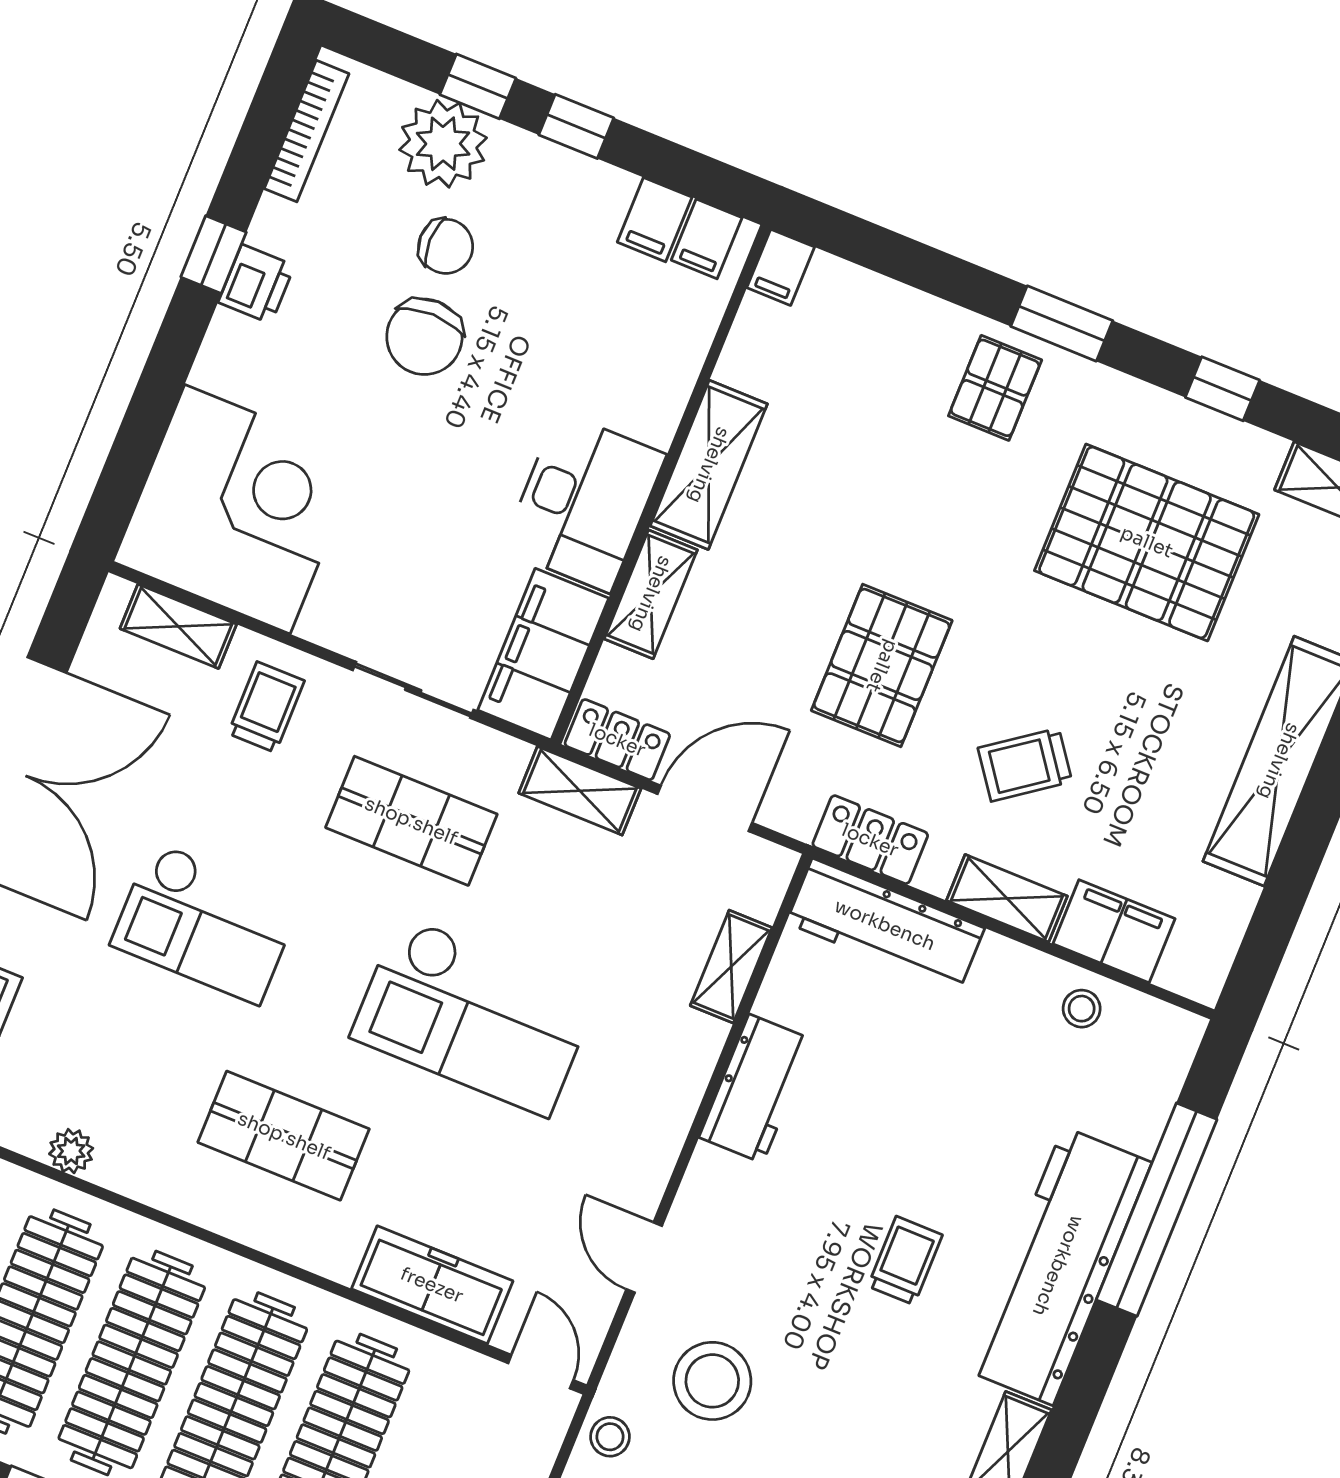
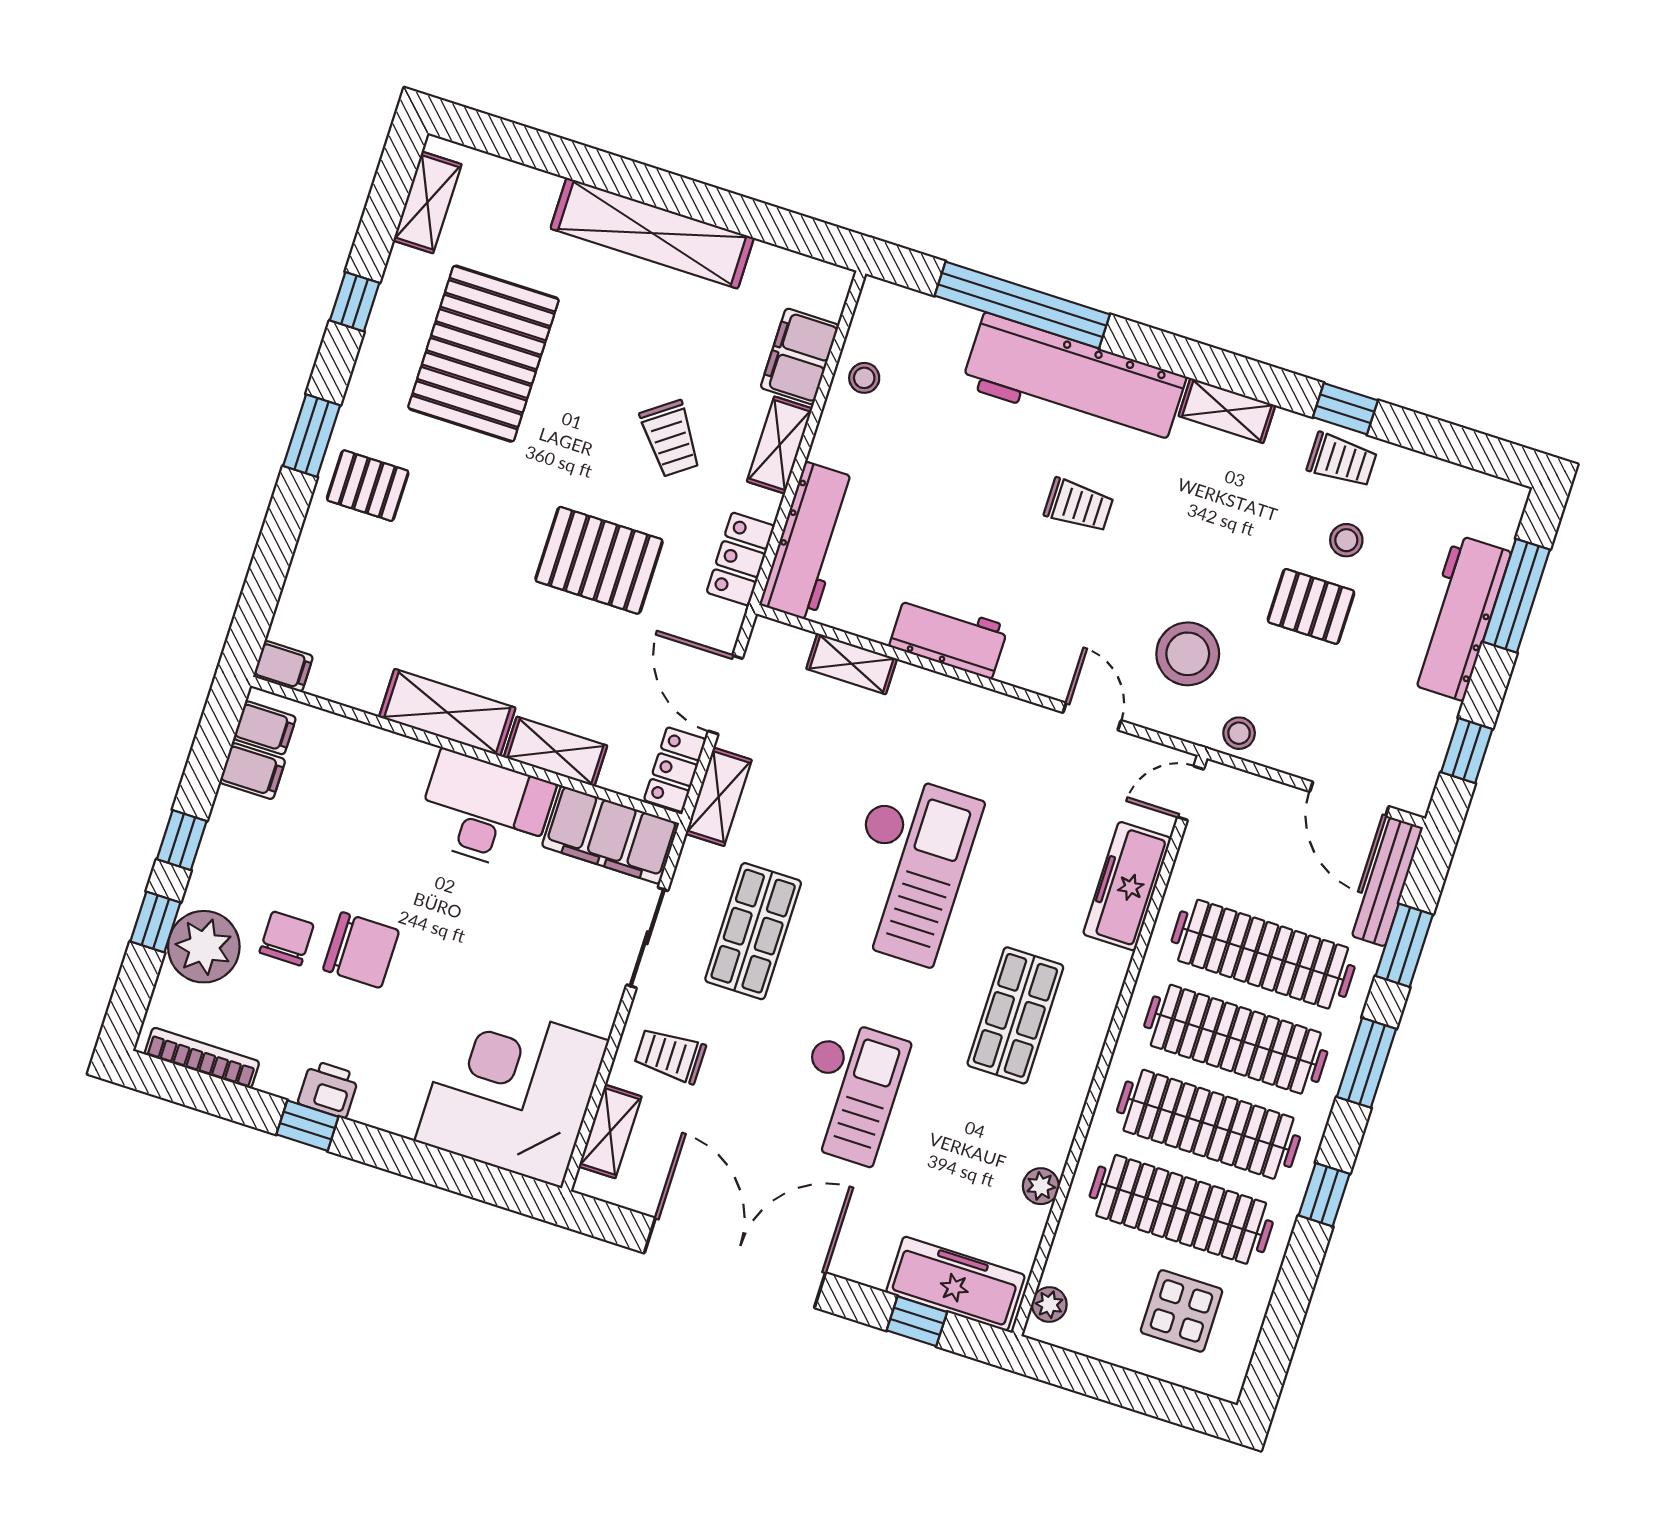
door: (644, 1257) -> (1092, 716), swing flipped
trolley: (905, 1261) -> (1079, 505), turned 180

